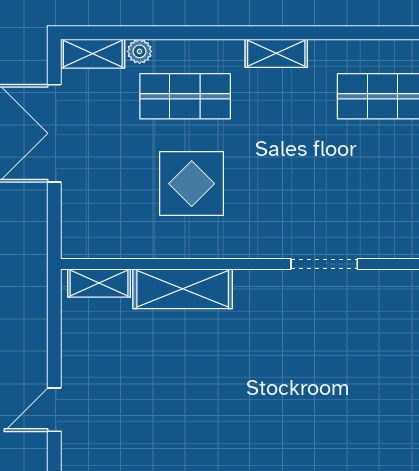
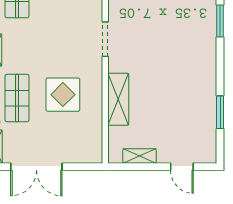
doorway: (324, 264) -> (105, 39), moved
shelving: (99, 283) -> (139, 156), moved, turned 90

